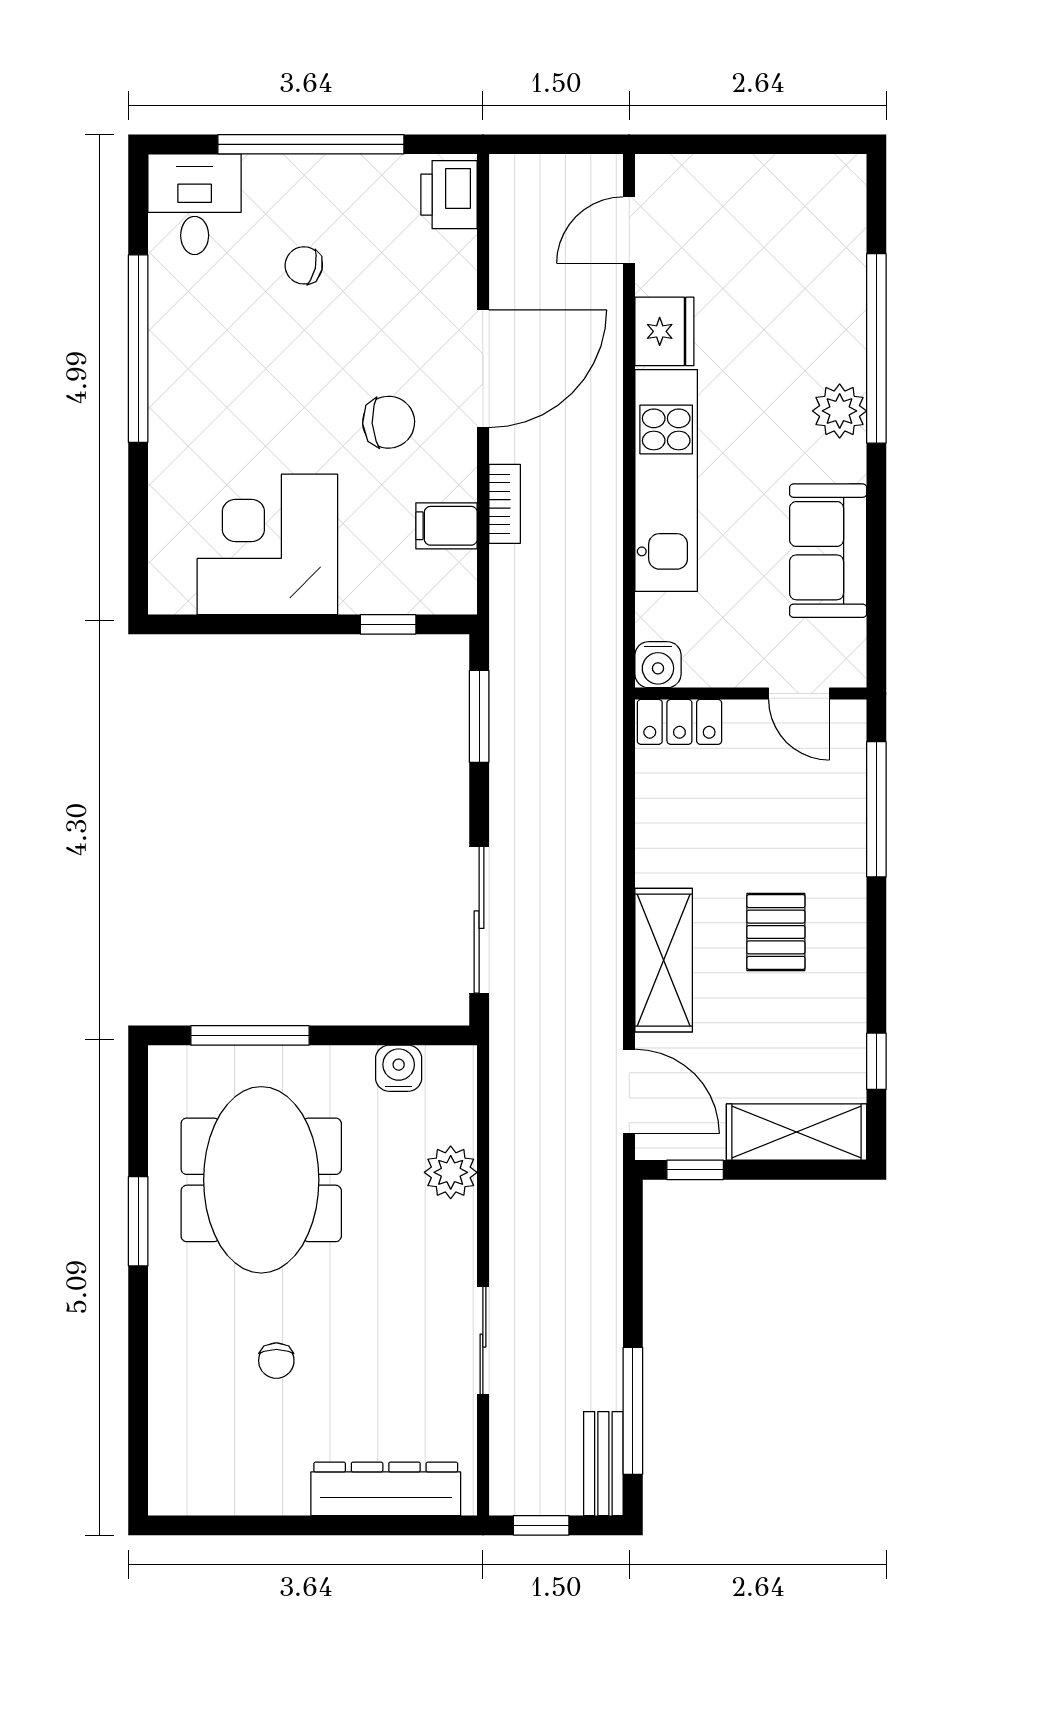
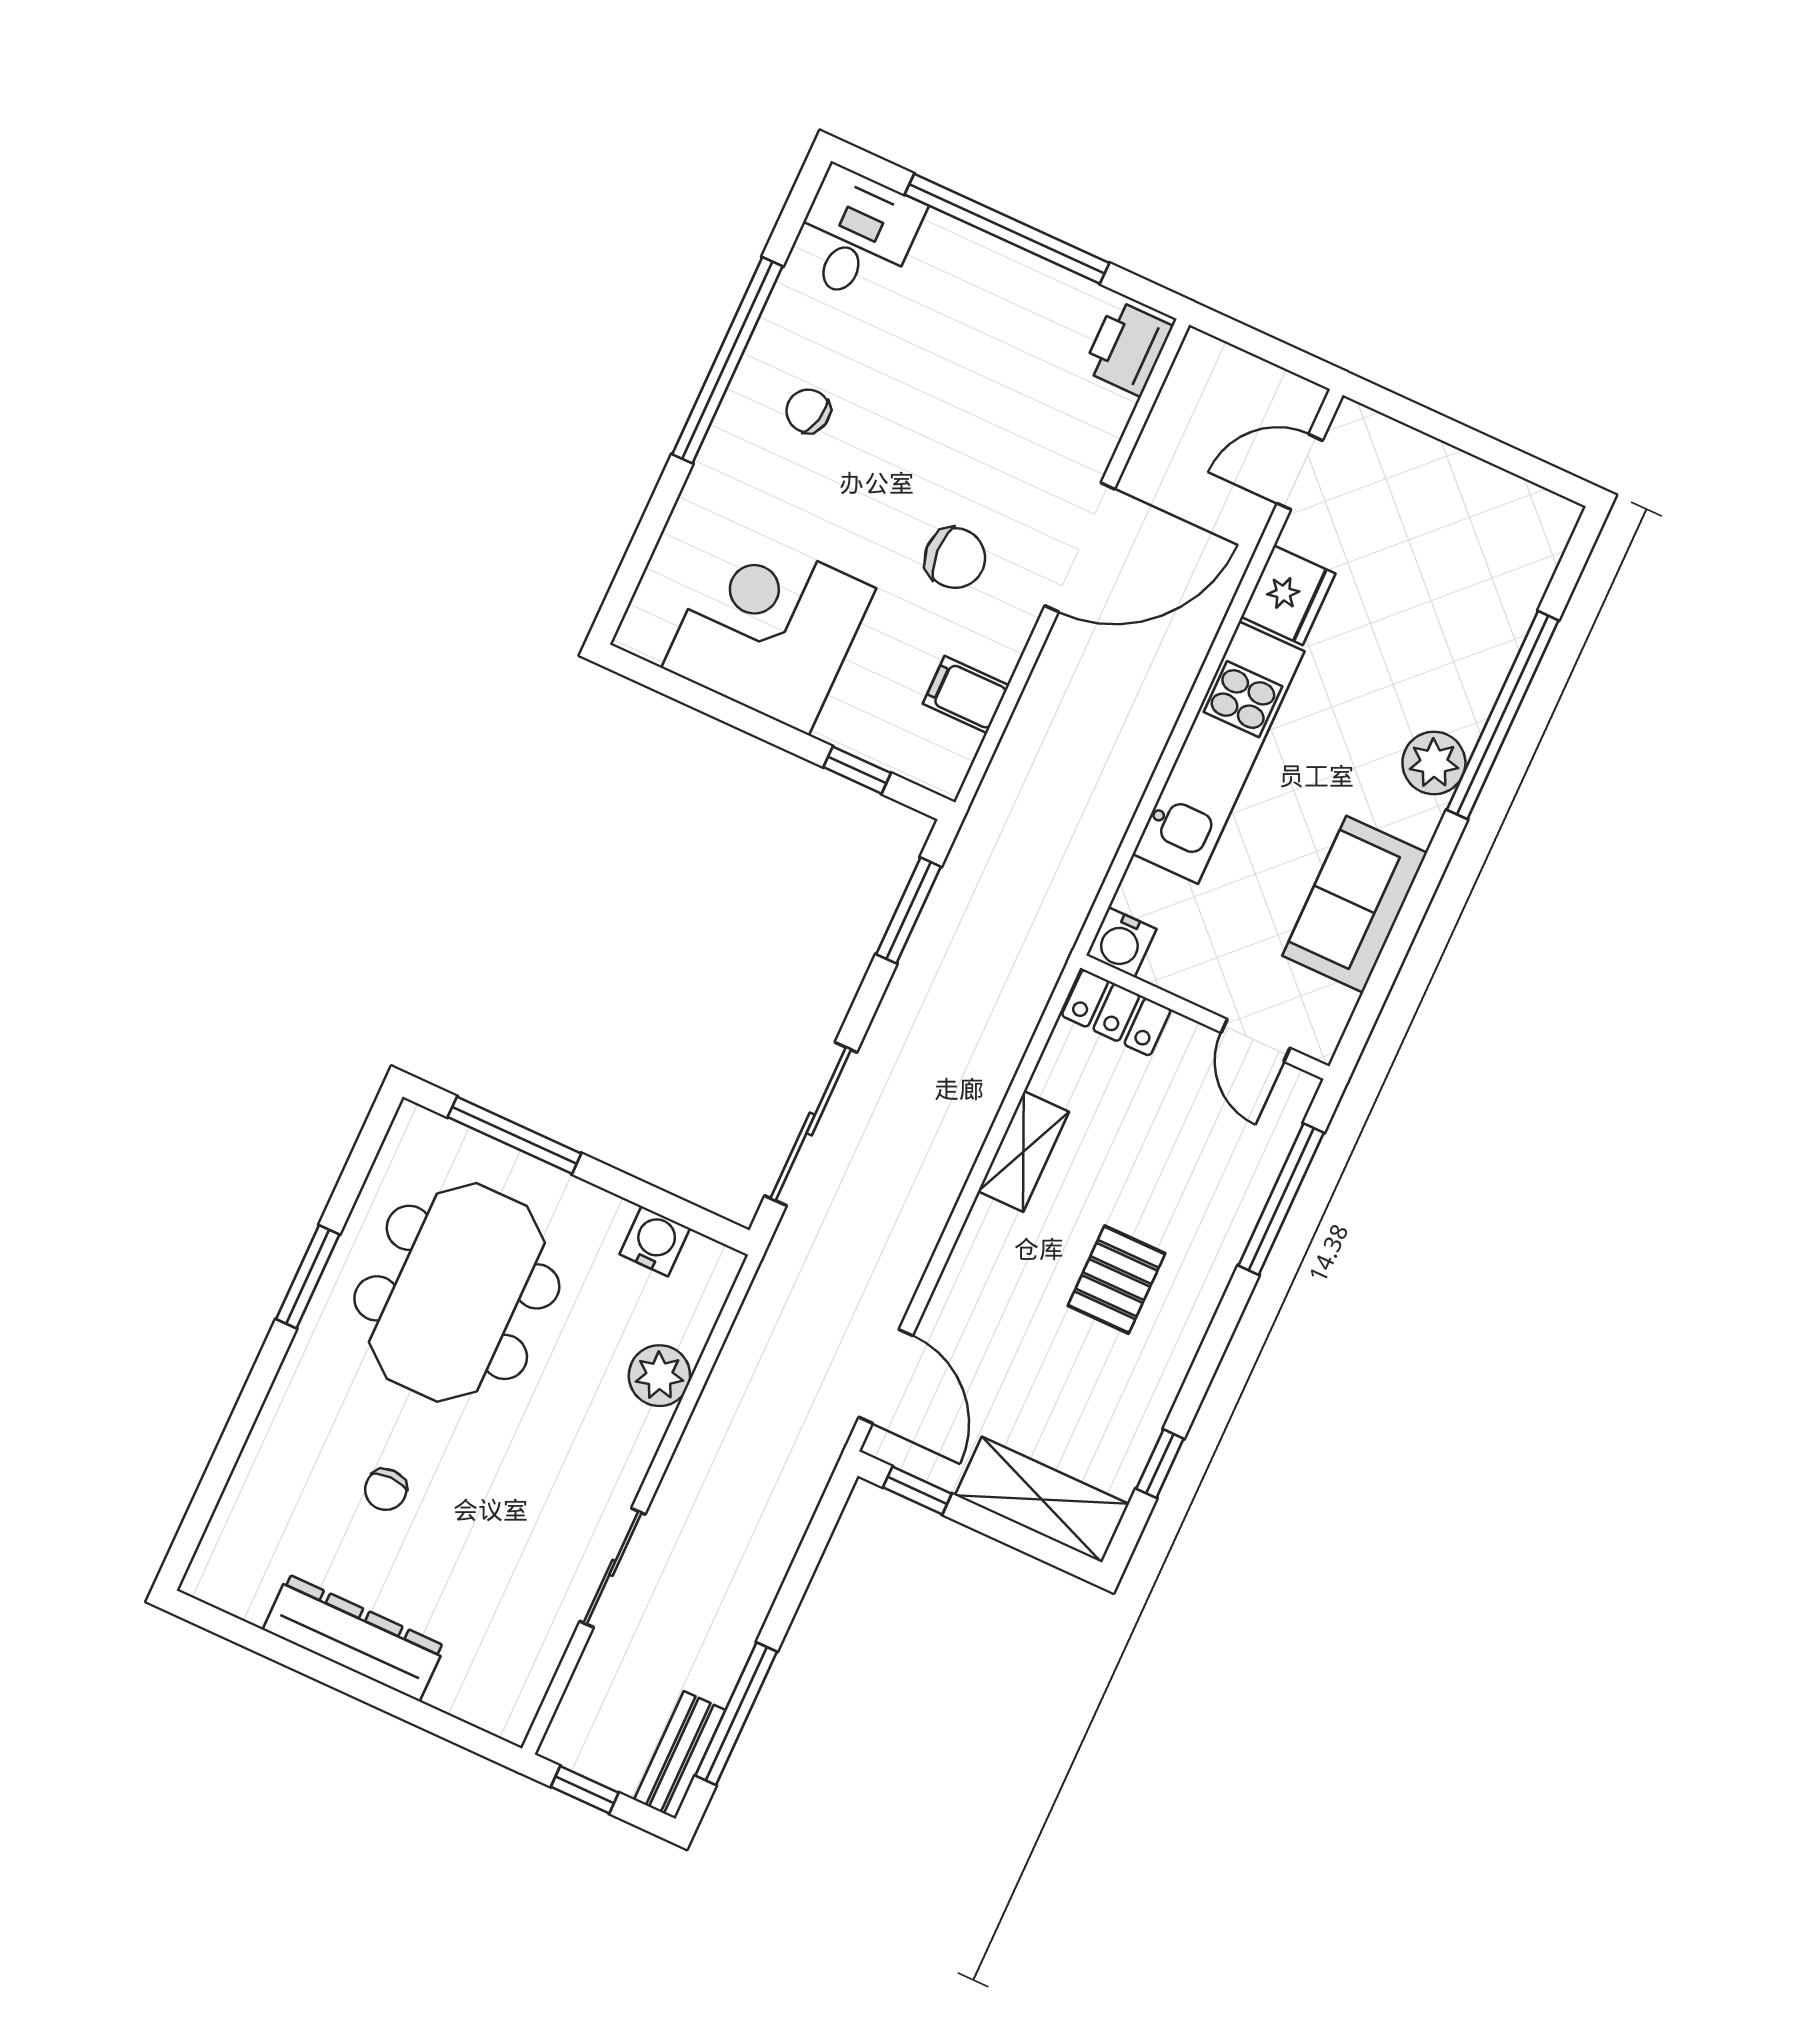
chair: (304, 265) -> (808, 411), moved
bookcase: (505, 504) -> (1037, 700), removed
shelving: (664, 960) -> (1023, 1152), moved, width x0.67, depth x0.75
dresser: (386, 1489) -> (354, 1638), moved

